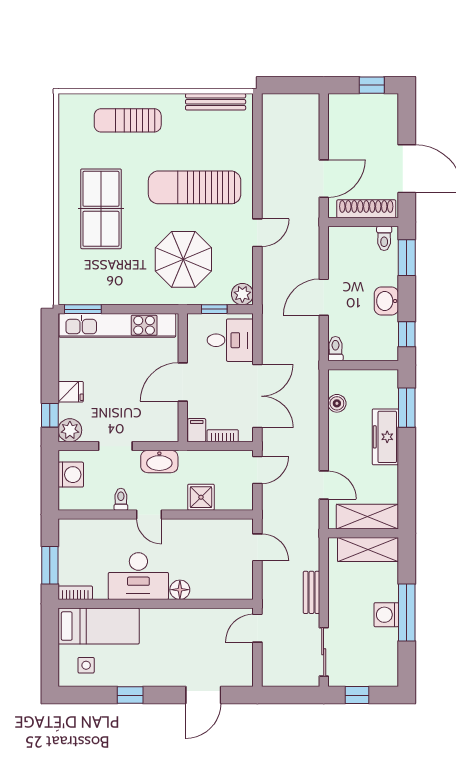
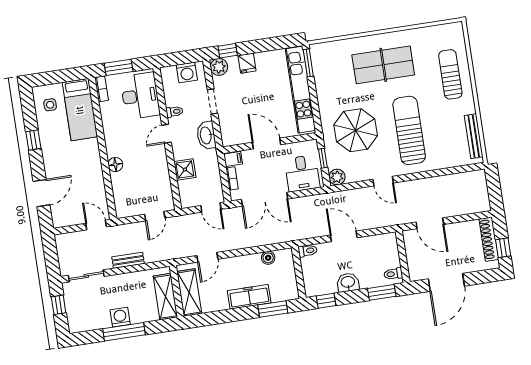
shoe rack: (366, 209) -> (489, 239), moved, turned 180
desk: (138, 576) -> (140, 96), moved, turned 180
door: (203, 695) -> (41, 193), swing flipped

